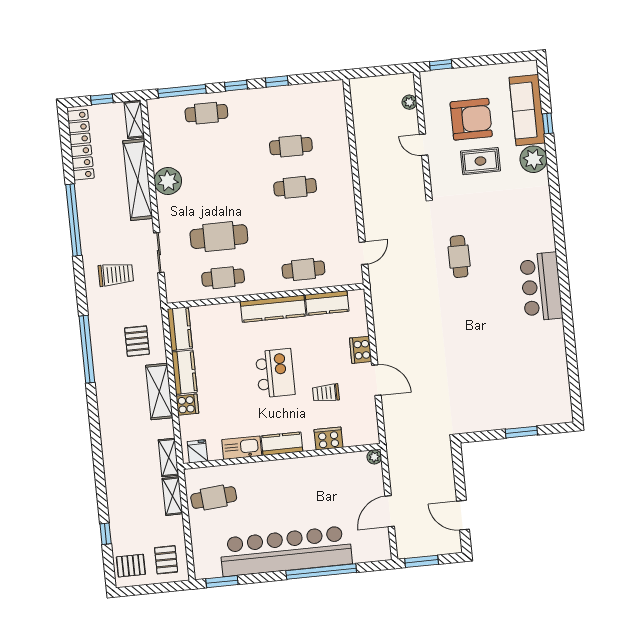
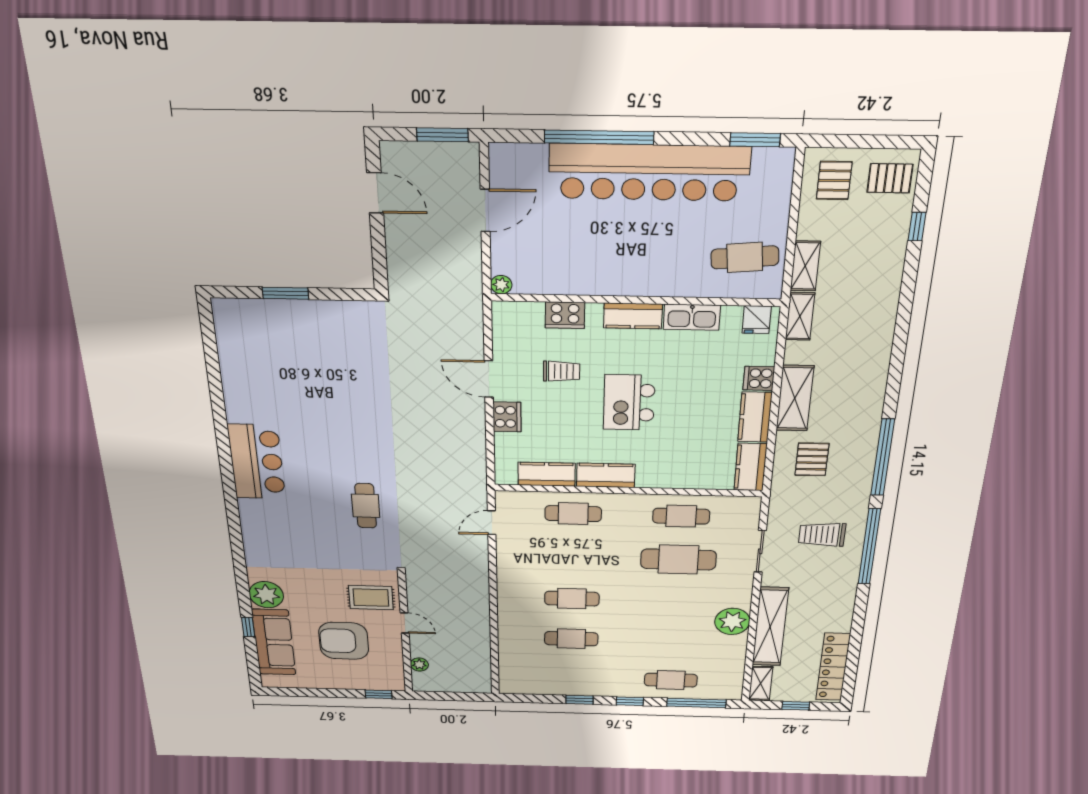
rug: (480, 161) -> (371, 598), moved
window: (74, 220) -> (869, 547), moved
kitchen counter: (273, 309) -> (606, 475), width x0.67

